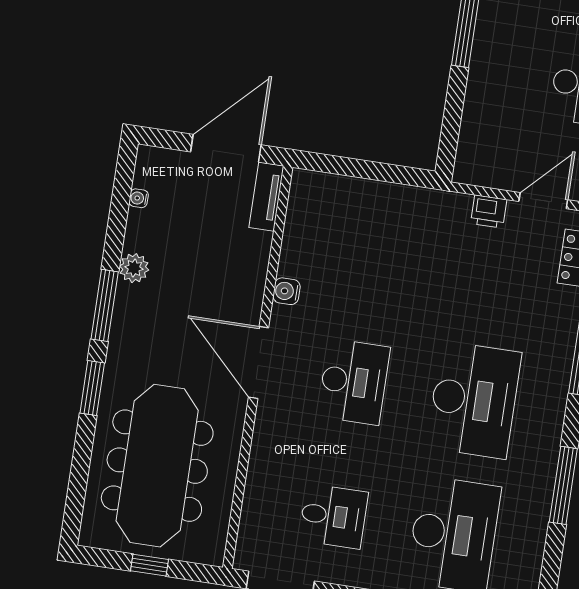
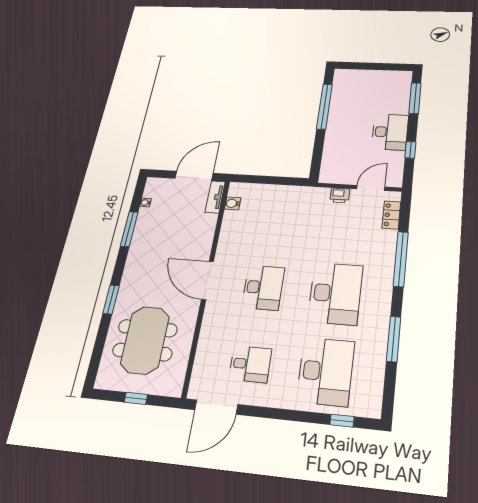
plant: (134, 268) -> (140, 236), removed
water cooler: (287, 291) -> (233, 203), moved
window: (105, 305) -> (129, 229), moved
meeting table: (157, 466) -> (145, 340), width x0.73

